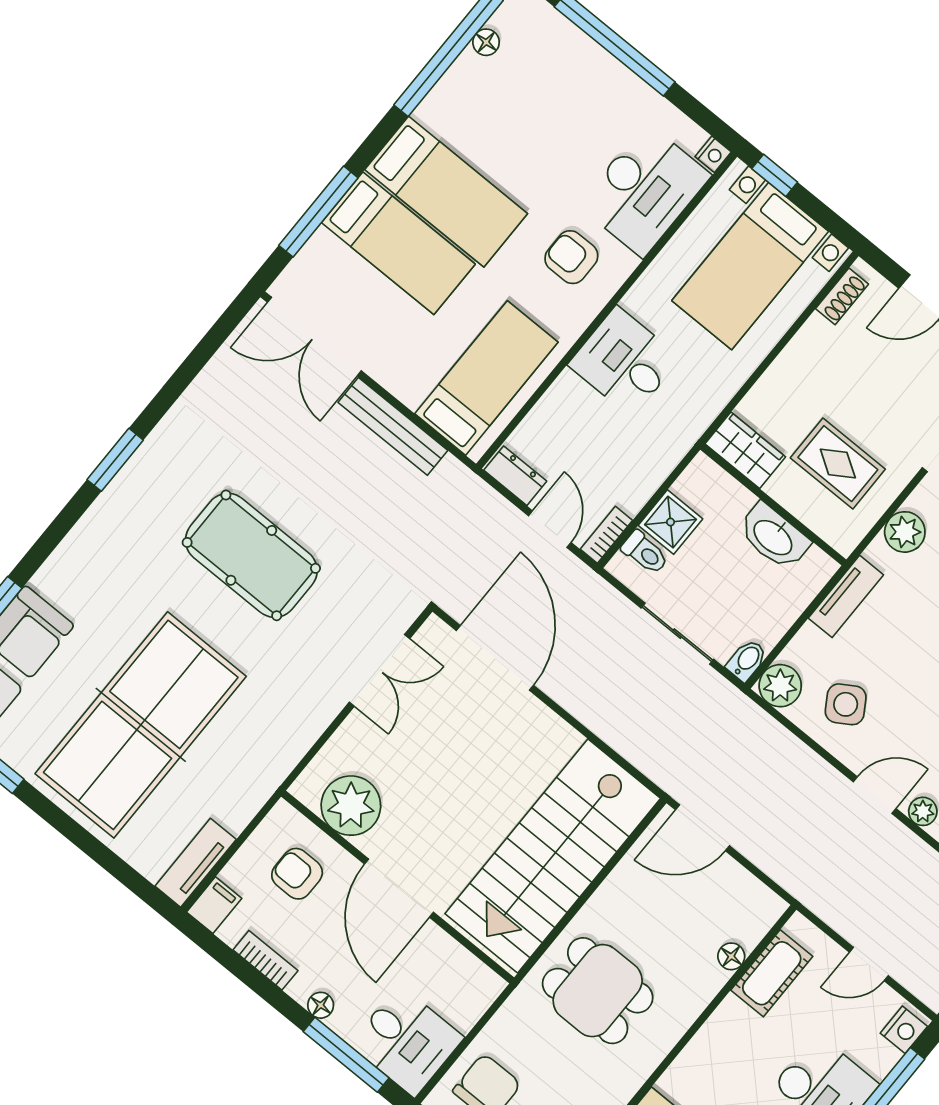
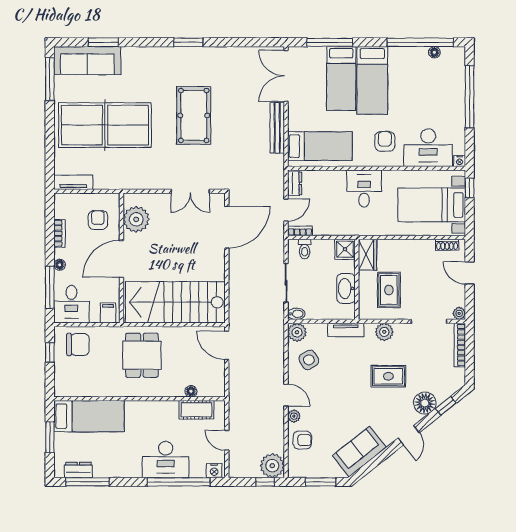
shower: (671, 522) -> (345, 249), moved
filing cabinet: (214, 905) -> (108, 313), moved, turned -90

